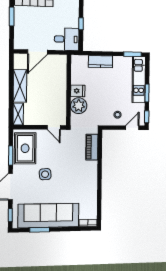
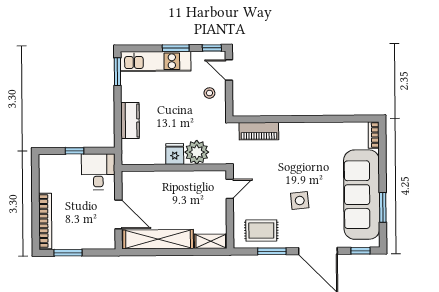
shelving: (20, 86) -> (158, 239), width x1.47
rug: (25, 148) -> (261, 231), width x0.73, depth x0.70

